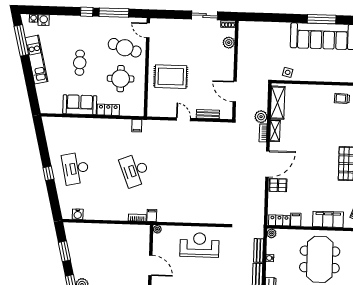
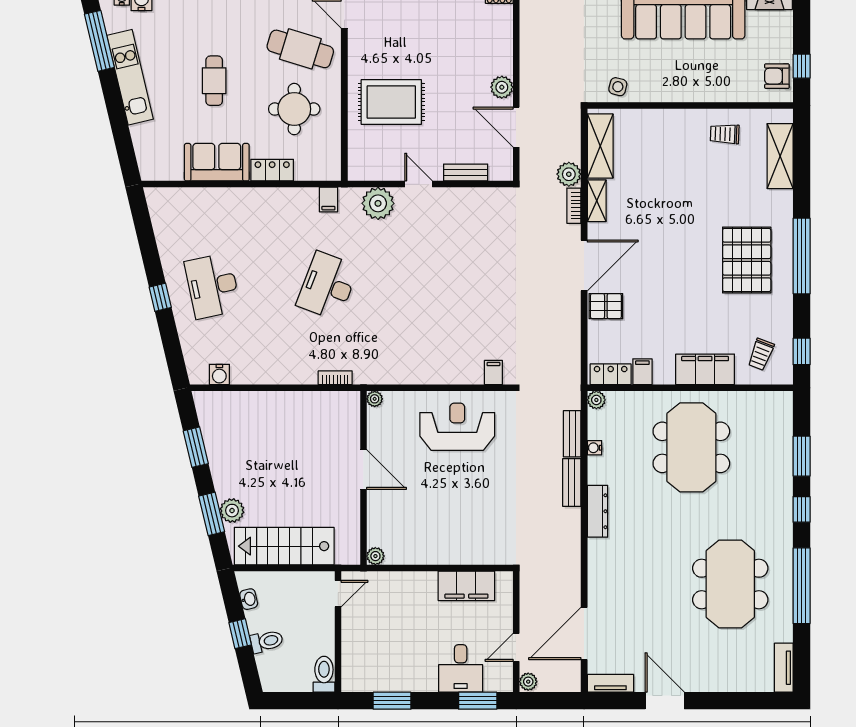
plant: (229, 43) -> (502, 87), moved
plant: (162, 129) -> (378, 203), added
desk: (135, 170) -> (328, 286), turned 42
filing cabinet: (152, 215) -> (493, 372), moved

